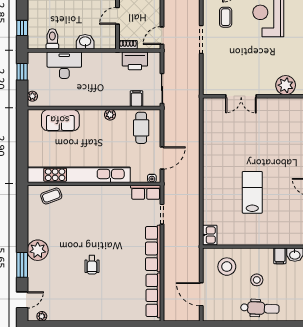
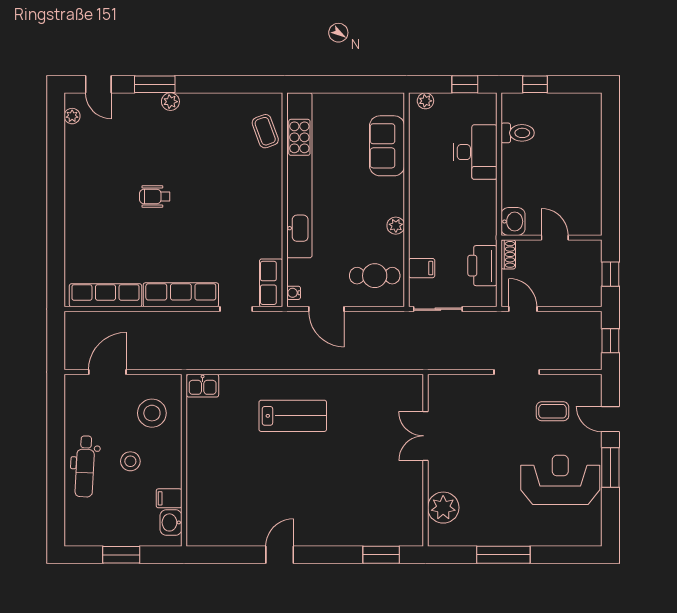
washbasin: (85, 42) -> (513, 221), moved
lab bench: (252, 192) -> (293, 416), moved
plant: (38, 250) -> (170, 102), width x0.53, depth x0.53

